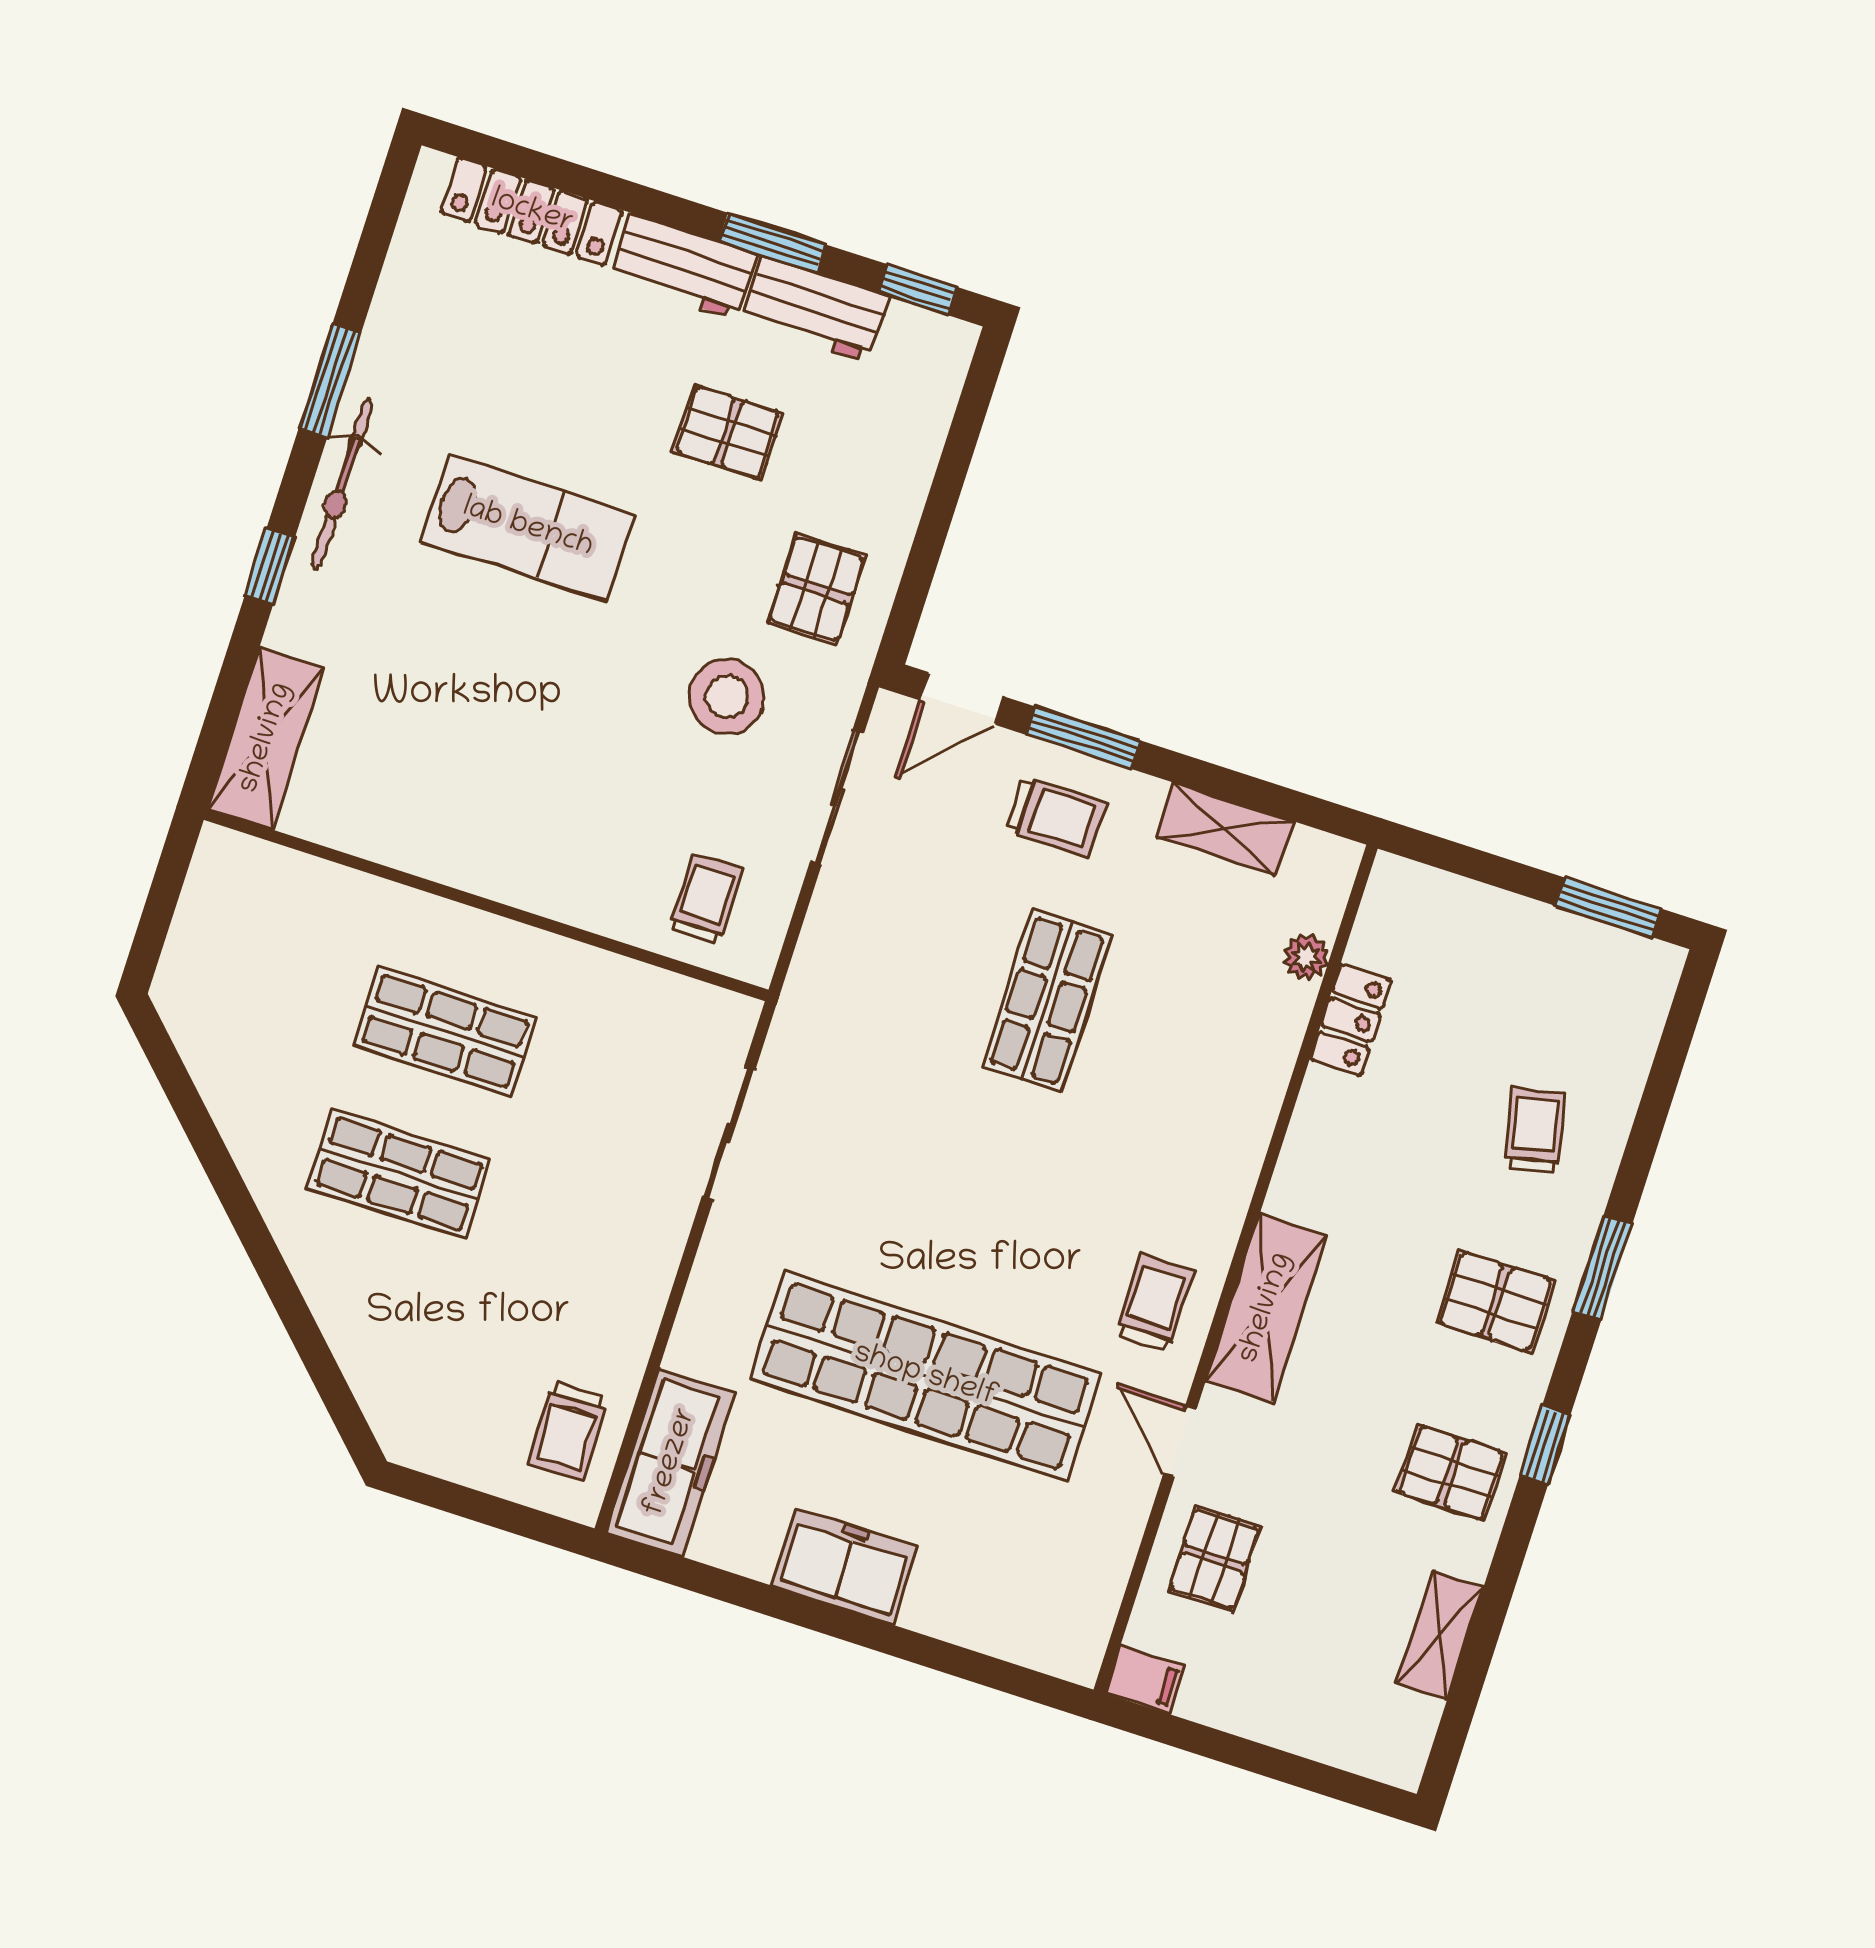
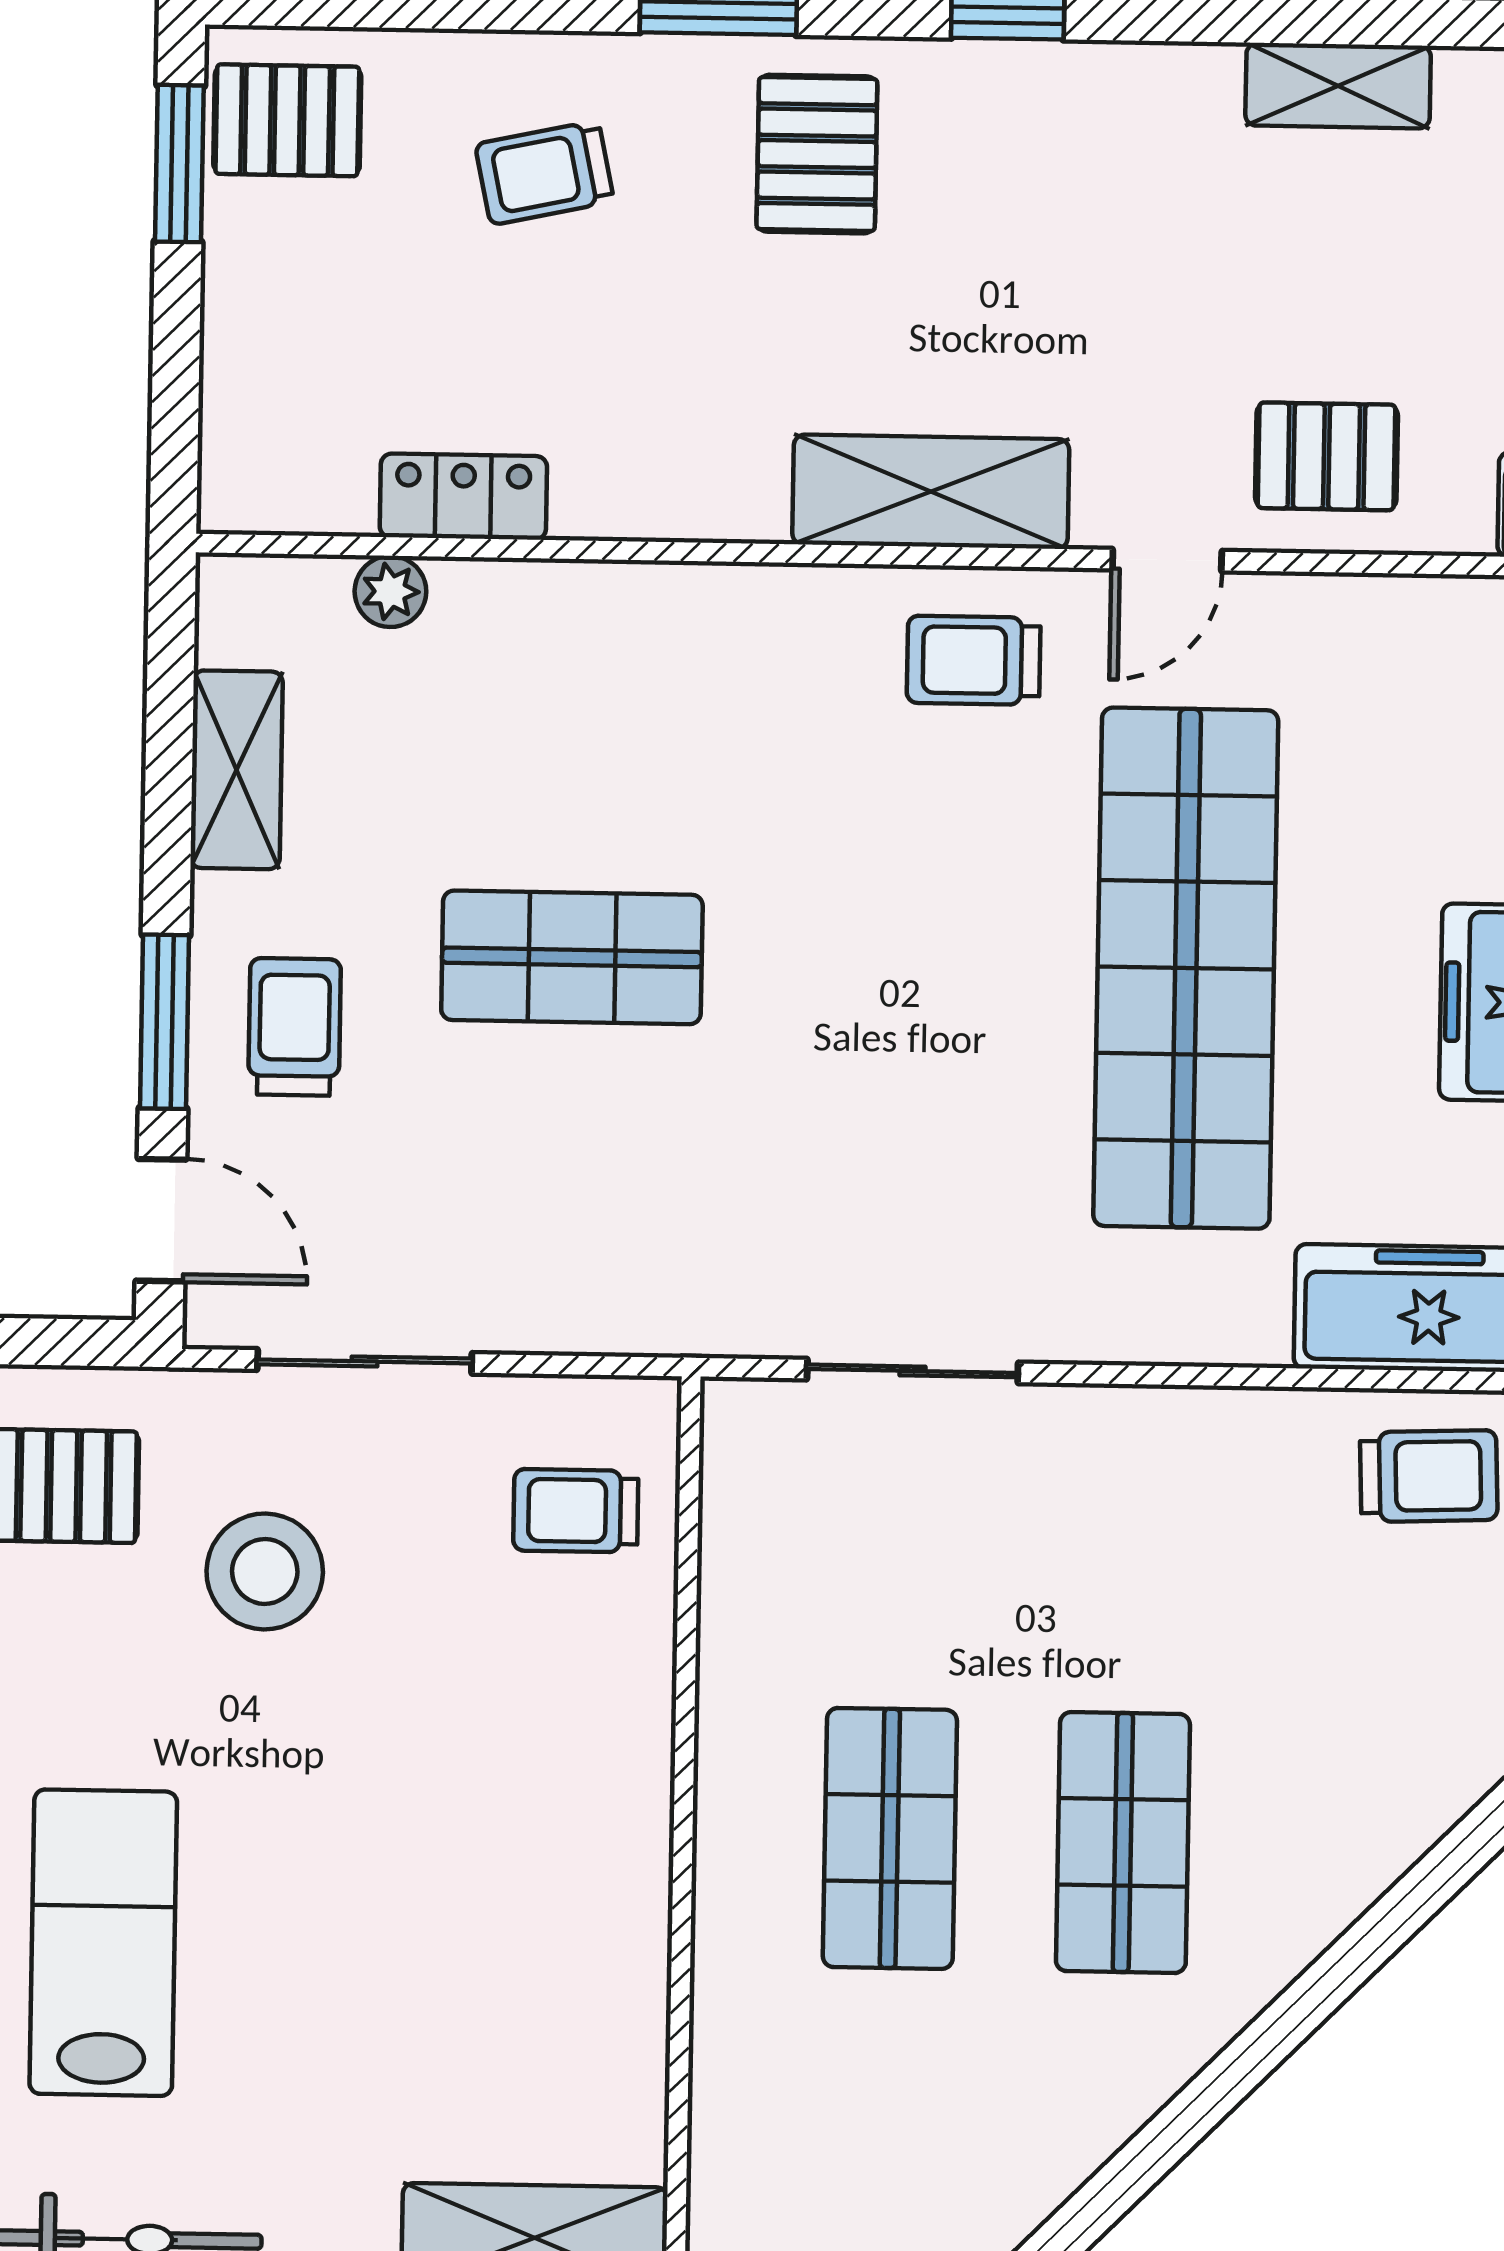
pallet: (1451, 1473) -> (287, 120), moved, turned 90

